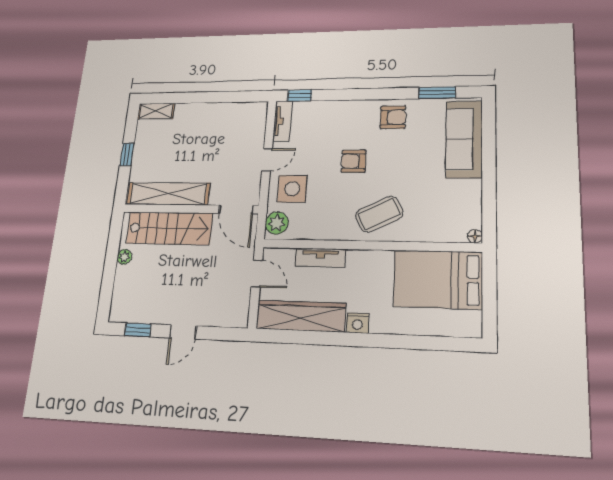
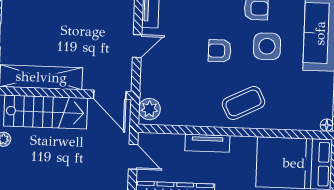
side table: (292, 189) -> (267, 46), moved
tv unit: (320, 258) -> (207, 143), moved

